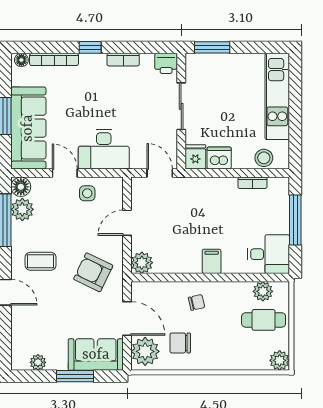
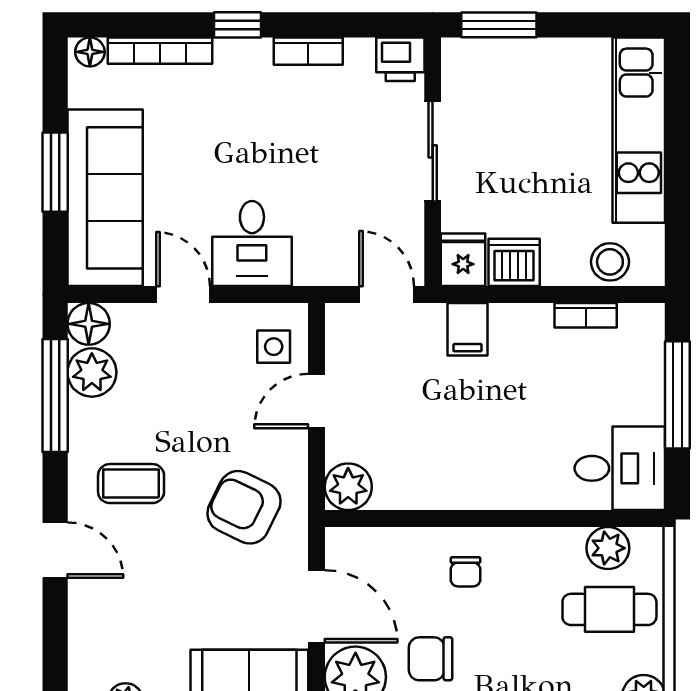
desk: (104, 149) -> (252, 244), width x0.73
side table: (87, 193) -> (274, 347), moved
filing cabinet: (212, 261) -> (467, 329), moved, turned 180
chair: (196, 302) -> (466, 572), turned 103

